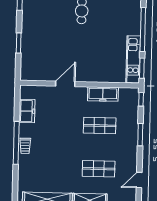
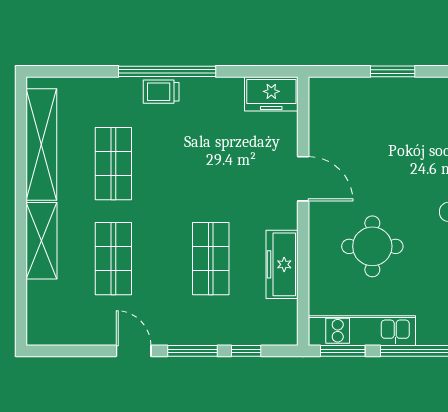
round table: (96, 54) -> (372, 246), added
window: (141, 99) -> (246, 351), moved
freezer: (27, 111) -> (271, 94), moved
shop shelf: (56, 168) -> (113, 164), added
door: (139, 180) -> (134, 351), moved

